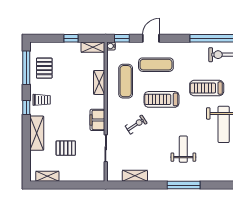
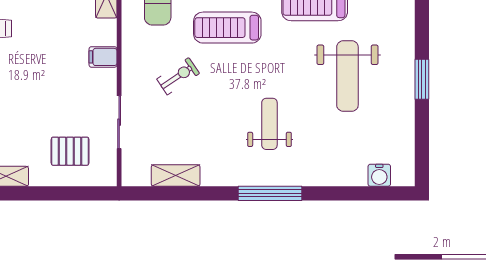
filing cabinet: (97, 120) -> (103, 57), width x0.50
pallet: (66, 148) -> (70, 151), moved

